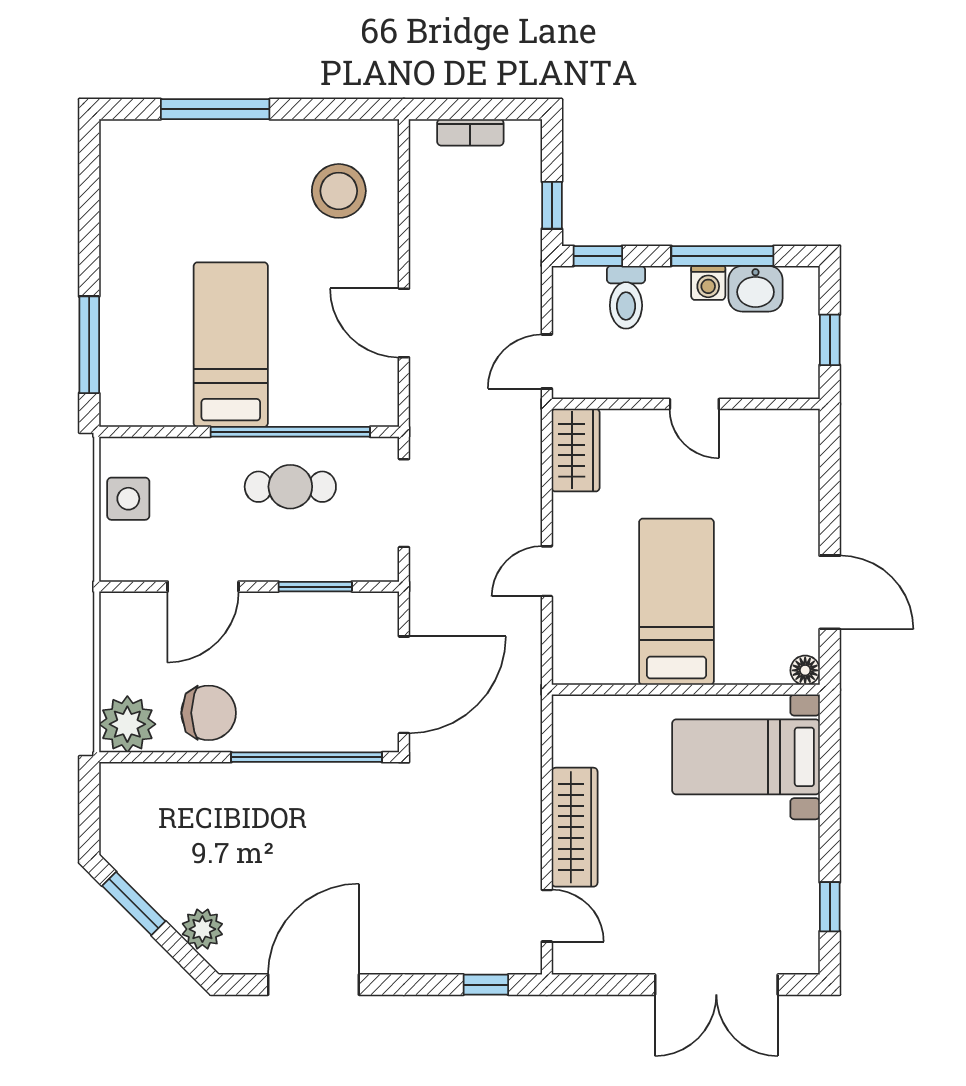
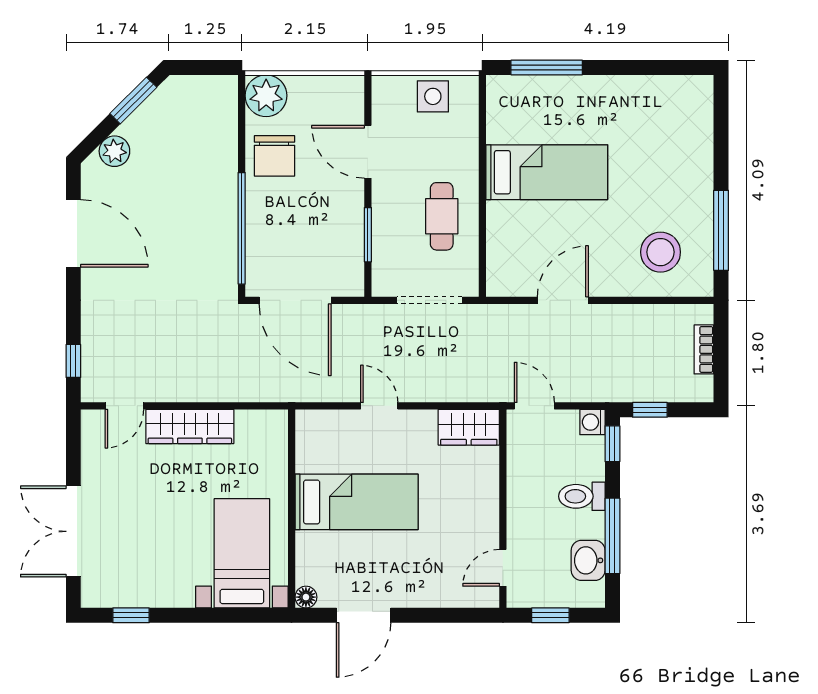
window: (215, 109) -> (721, 230), moved
washing machine: (708, 283) -> (592, 422), moved
toilet: (626, 297) -> (582, 496), moved
door: (694, 404) -> (503, 568), moved
window: (290, 432) -> (482, 216), removed

